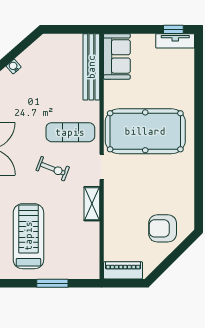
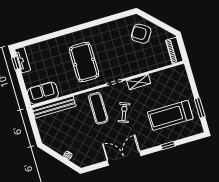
pool table: (145, 131) -> (84, 62), width x0.73, depth x0.76
armchair: (163, 228) -> (141, 34), turned 122
window: (52, 283) -> (200, 108), moved

